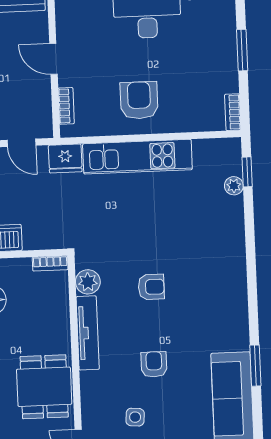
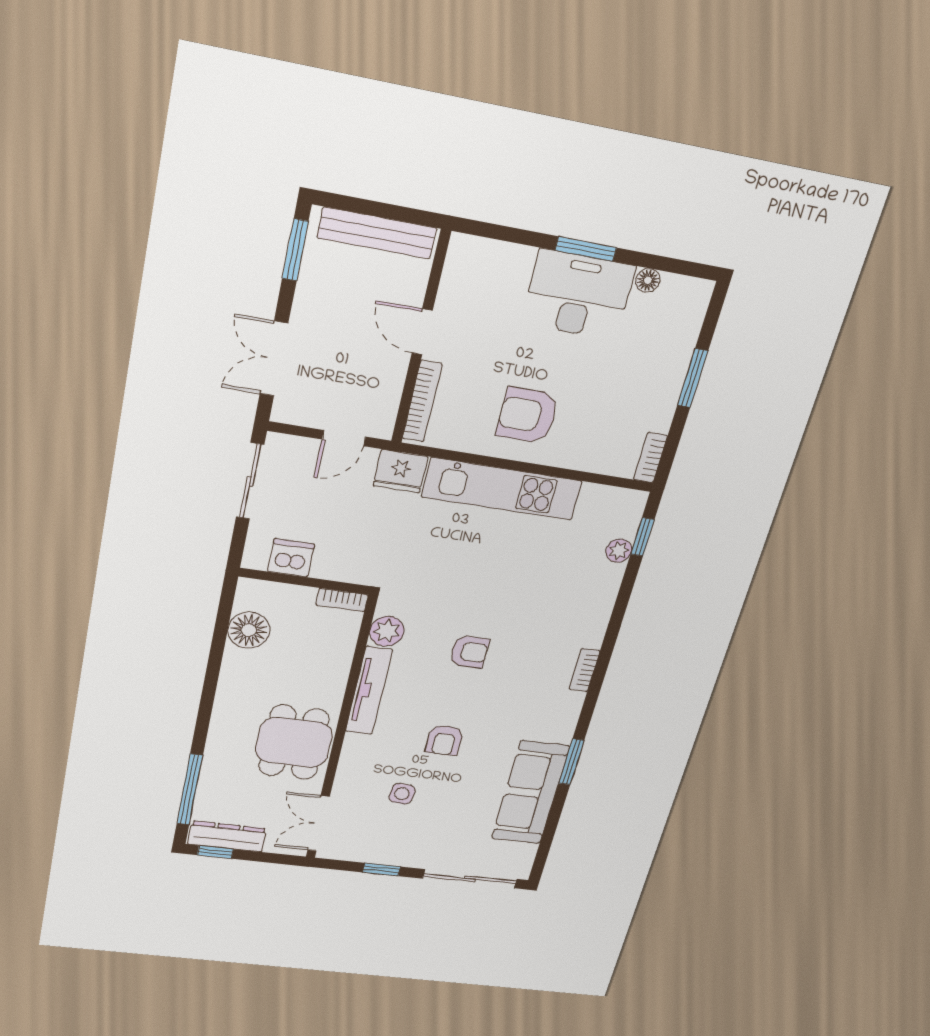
armchair: (139, 100) -> (528, 415), turned -90
bookcase: (66, 106) -> (422, 401), width x1.56
door: (22, 143) -> (344, 438), hinge flipped
bookcase: (240, 286) -> (585, 670), added
armchair: (154, 364) -> (444, 740), turned 180

